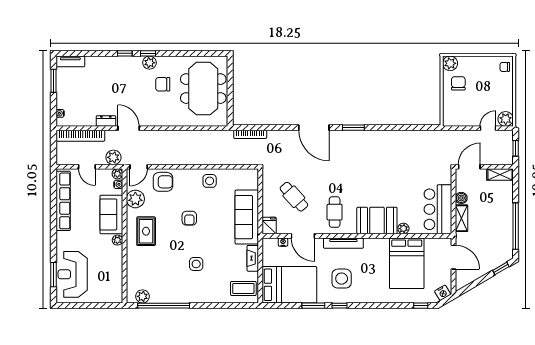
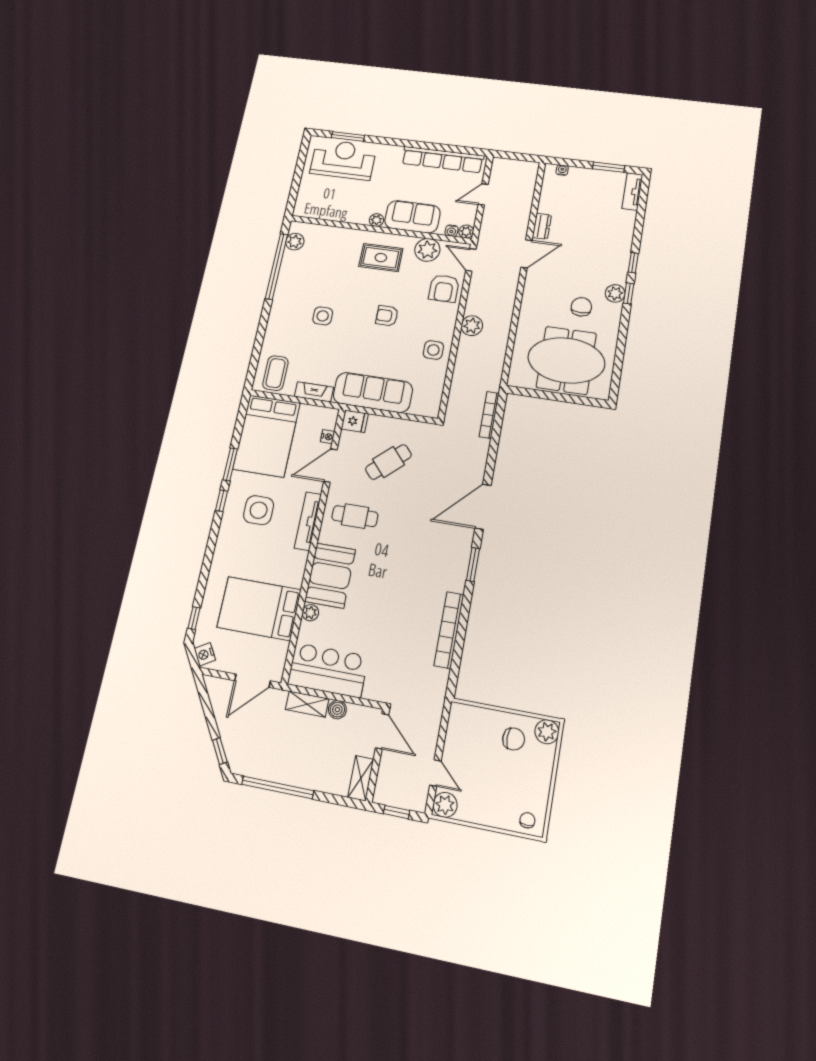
bookcase: (80, 136) -> (449, 630), moved
plant: (113, 157) -> (472, 326), moved

